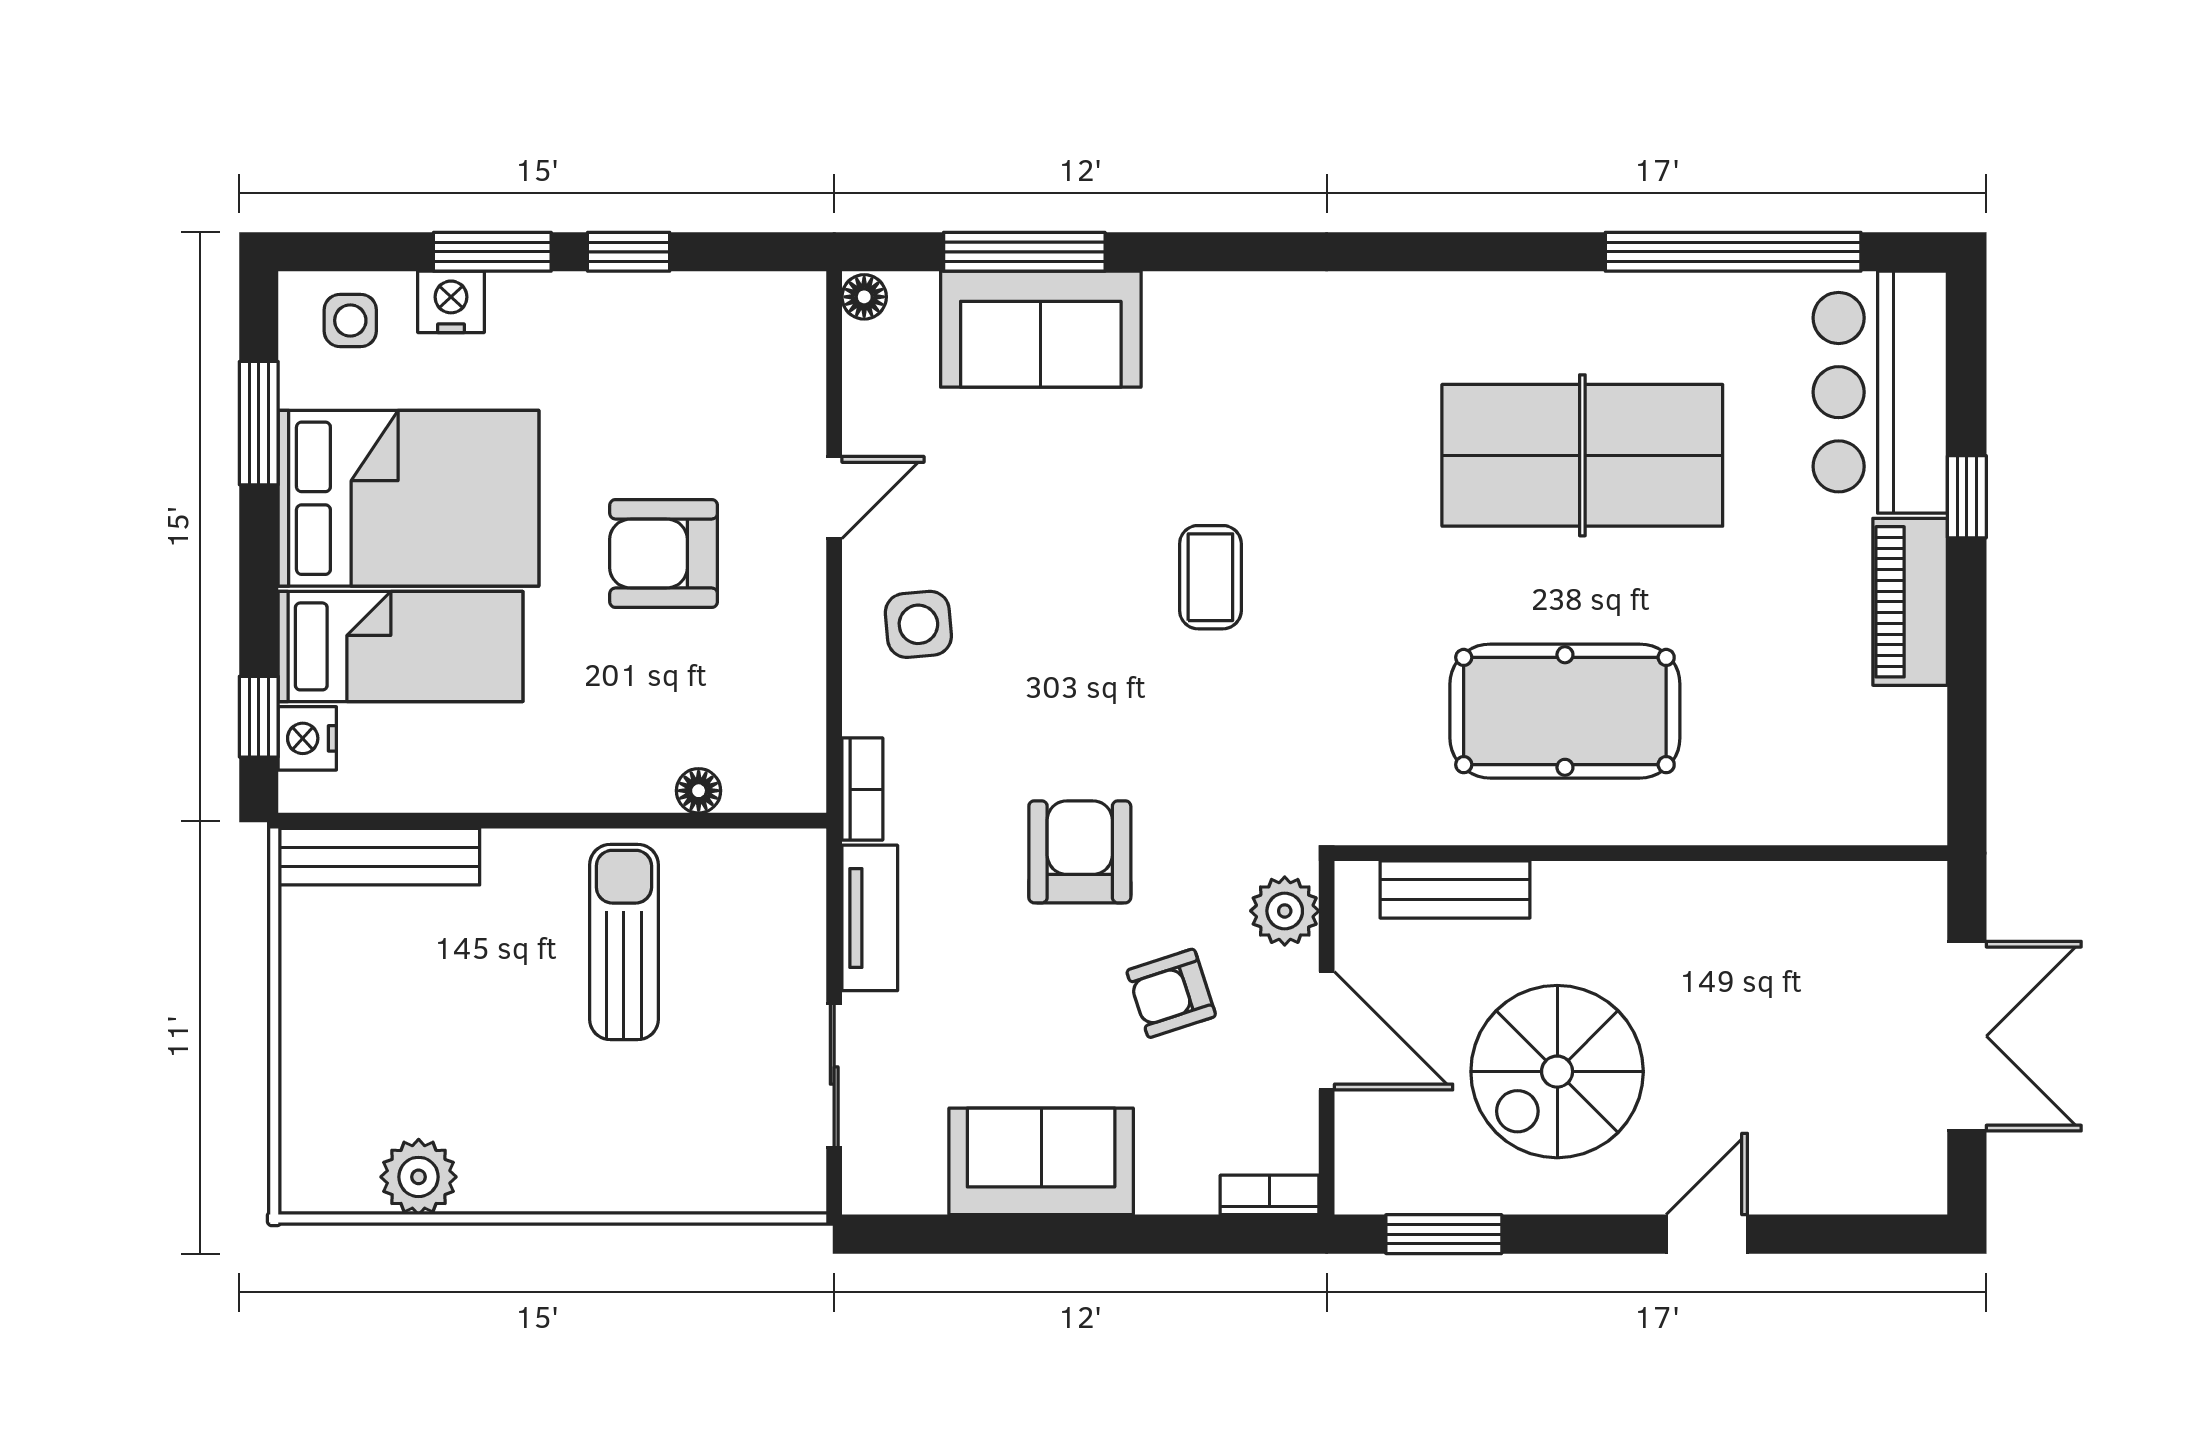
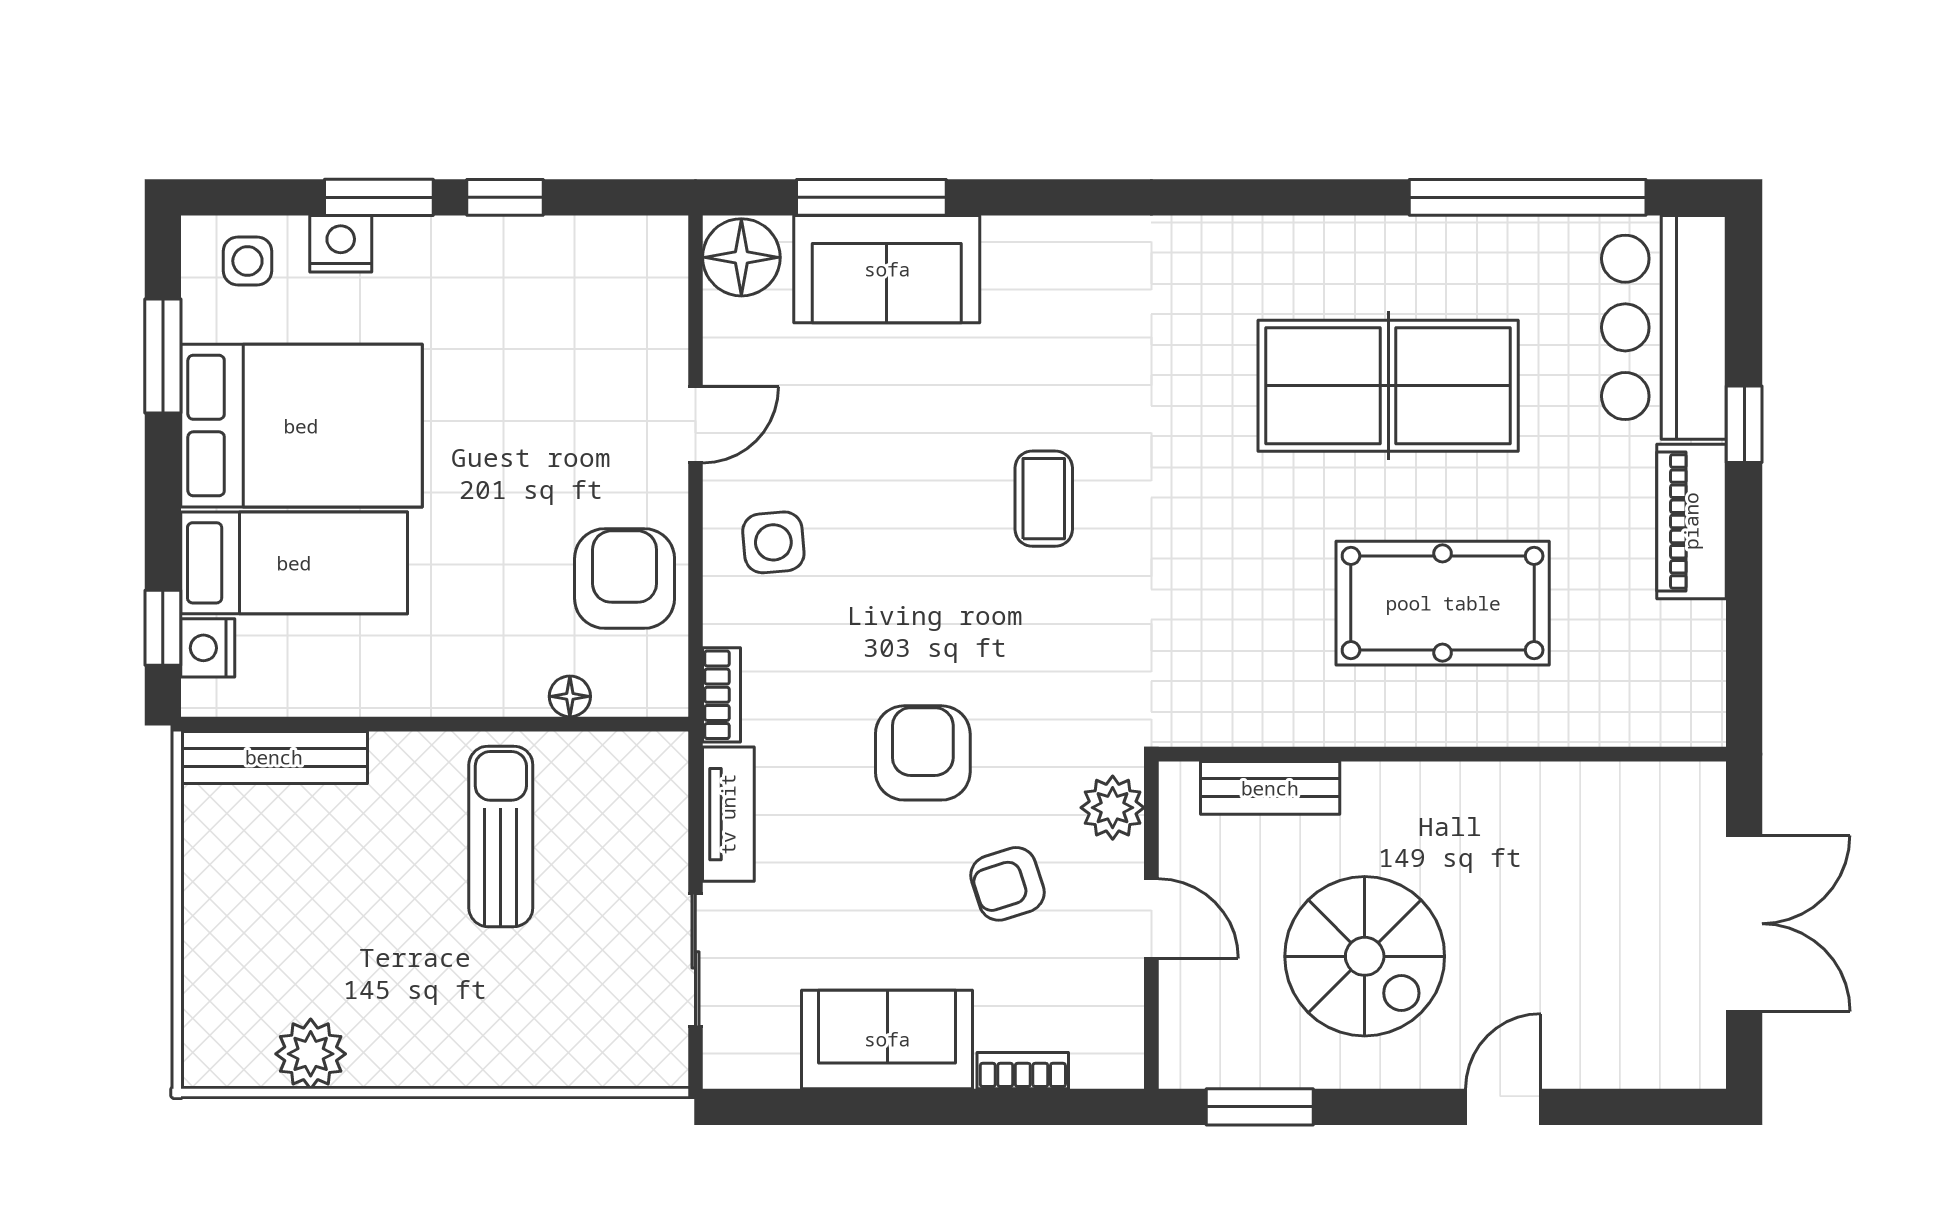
floor lamp: (864, 297) -> (741, 257), width x1.89, depth x1.89
armchair: (664, 554) -> (625, 579), moved, turned 90
pool table: (1565, 711) -> (1443, 603), moved
door: (1327, 1031) -> (1151, 919), width x0.73
spiral stairs: (1557, 1072) -> (1365, 956), turned -90
bookcase: (1270, 1195) -> (1023, 1071), moved

